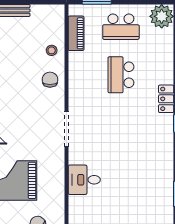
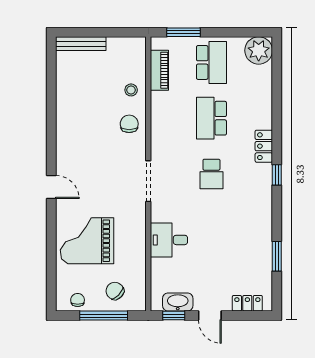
school desk: (121, 27) -> (211, 62), turned -90
school desk: (121, 123) -> (211, 174), added

